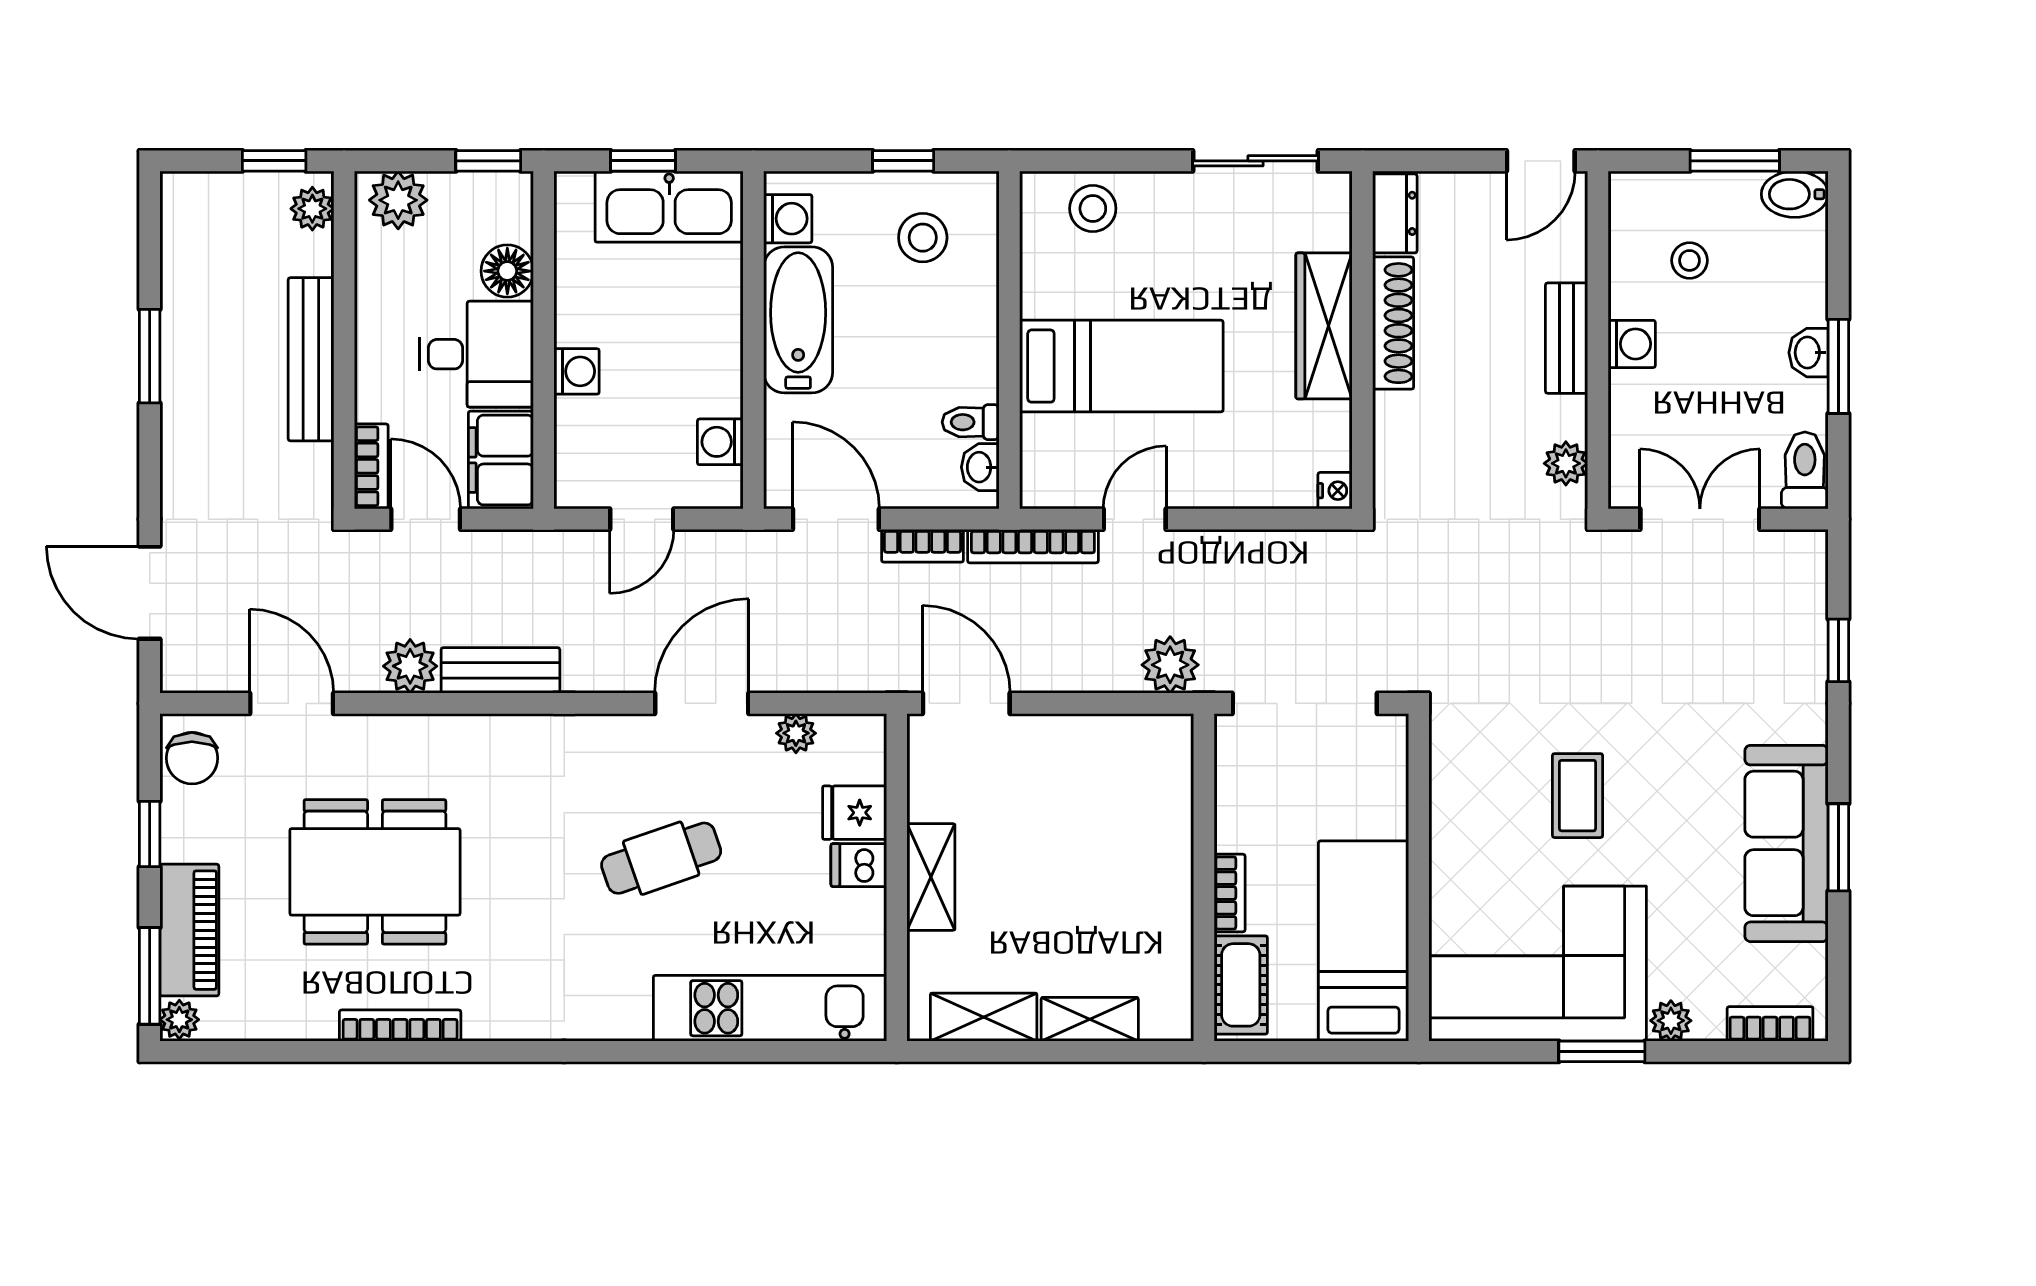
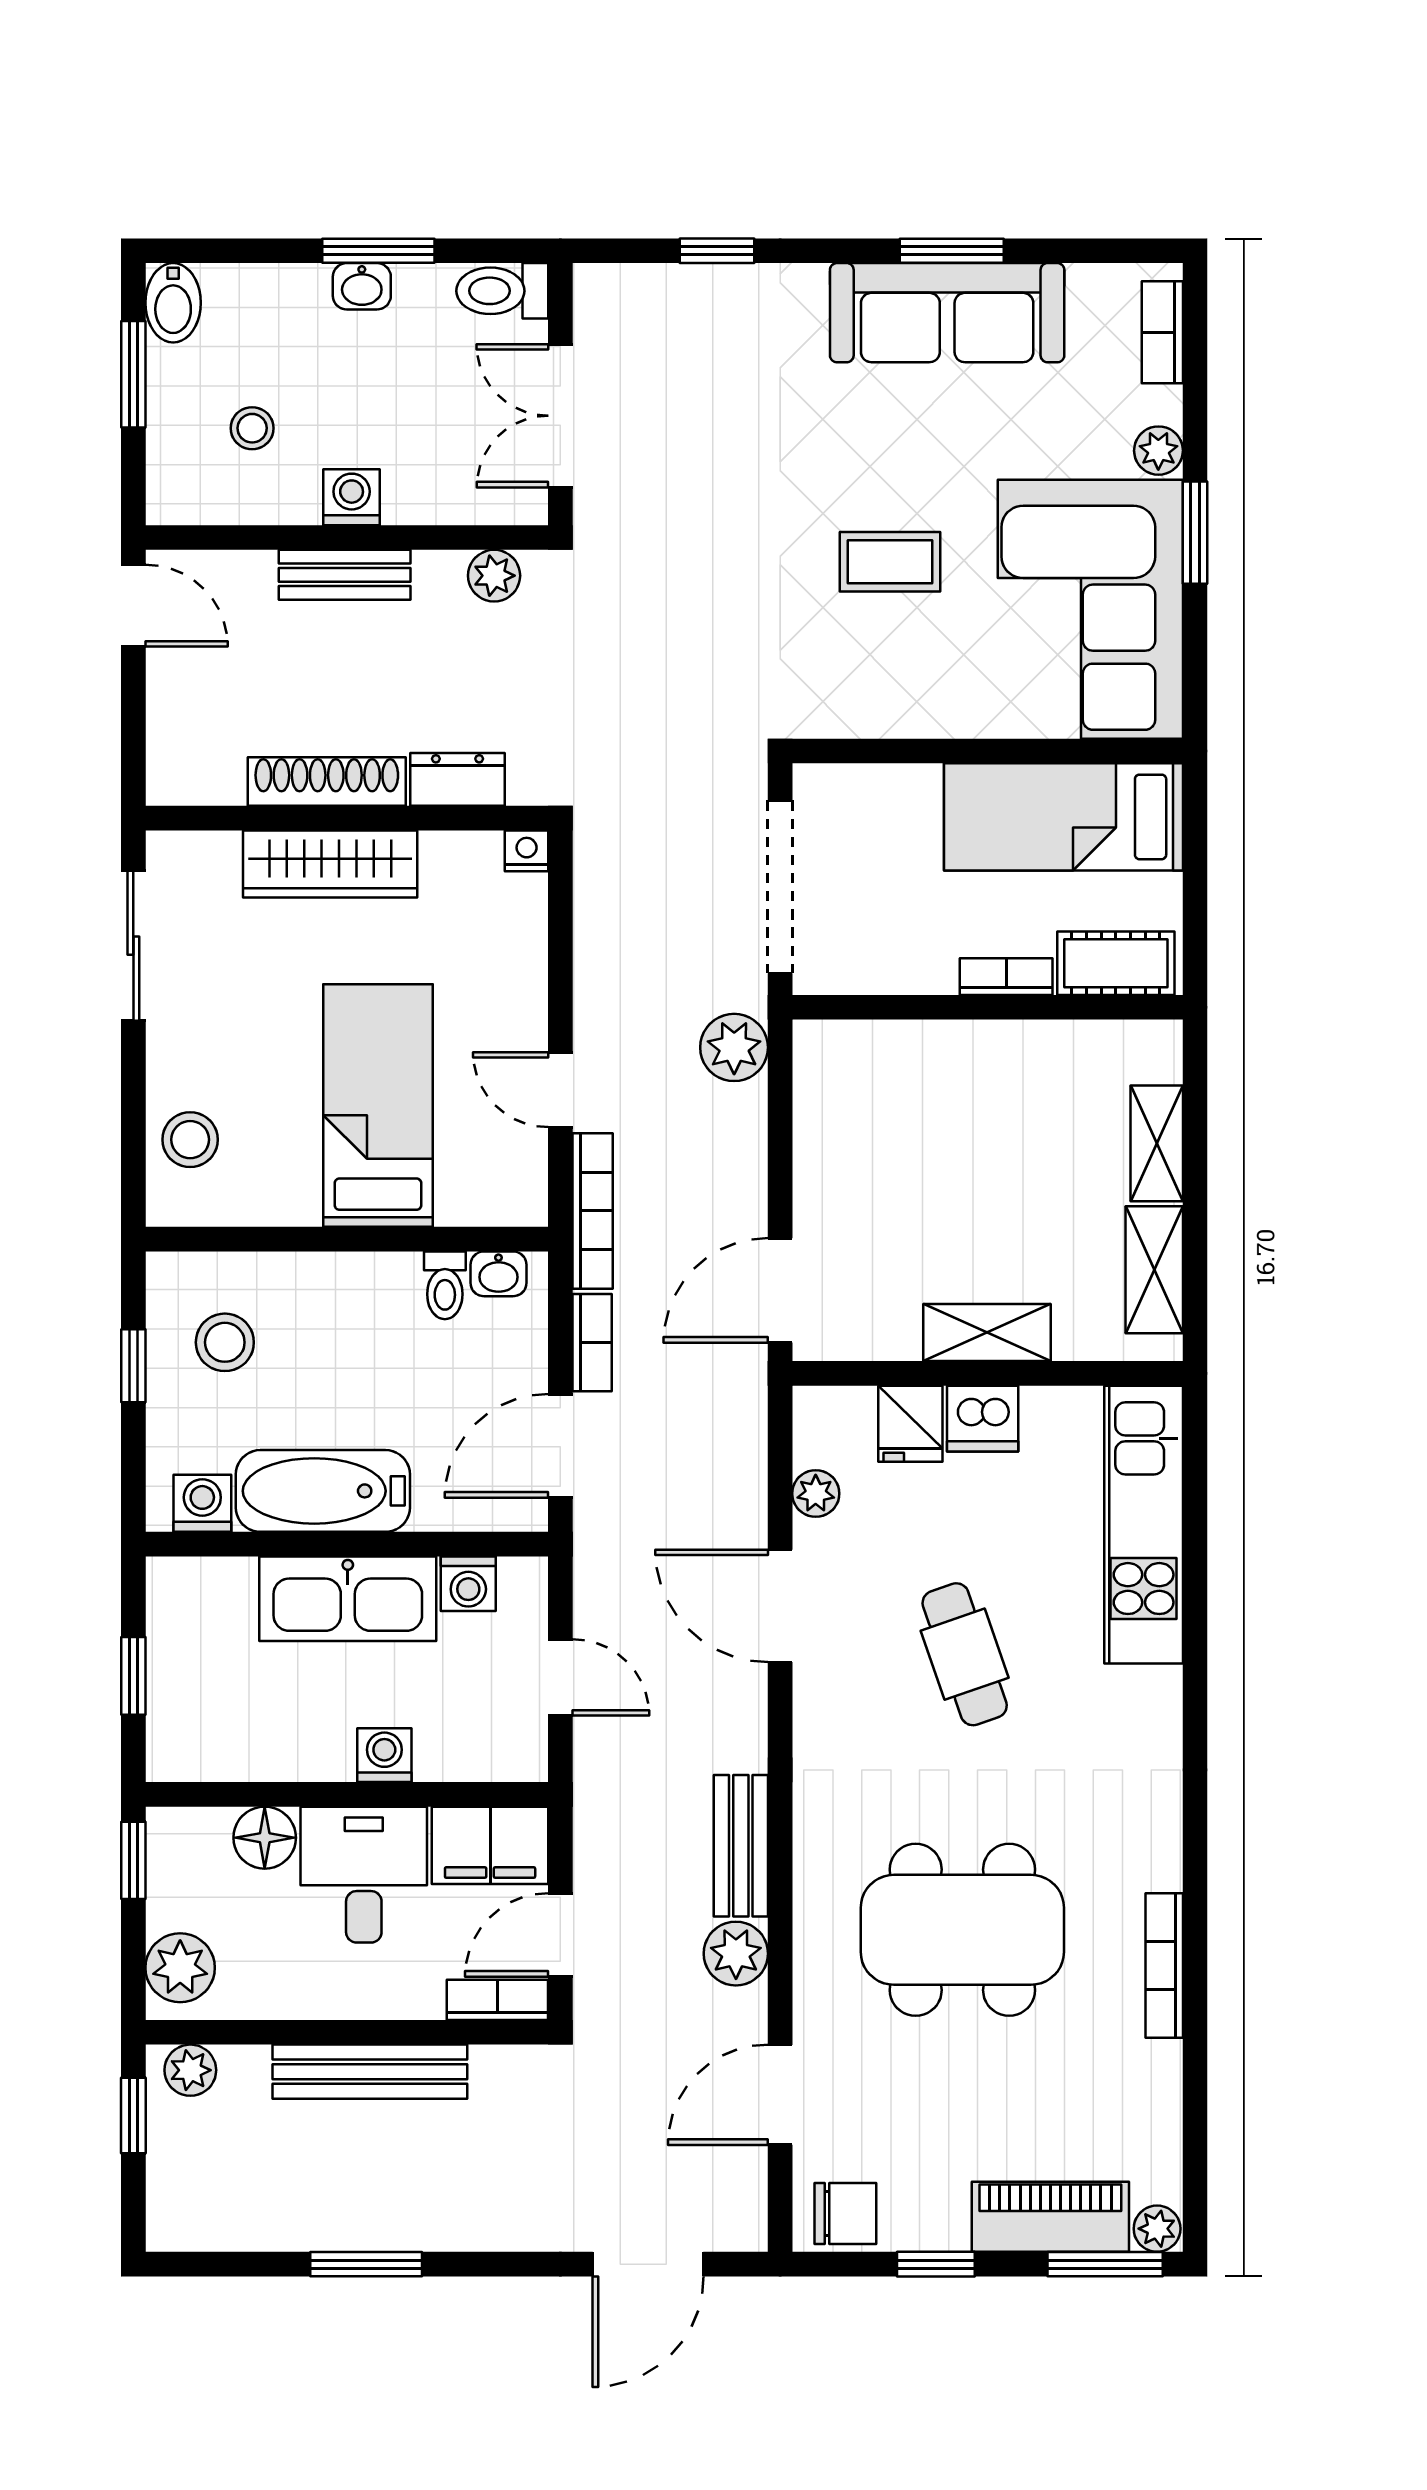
kitchen sink: (669, 207) -> (348, 1599), moved, turned 90
dresser: (1395, 213) -> (458, 779), moved
dishwasher: (859, 865) -> (983, 1419), width x1.38
dining table: (375, 872) -> (962, 1930), moved, turned 90

